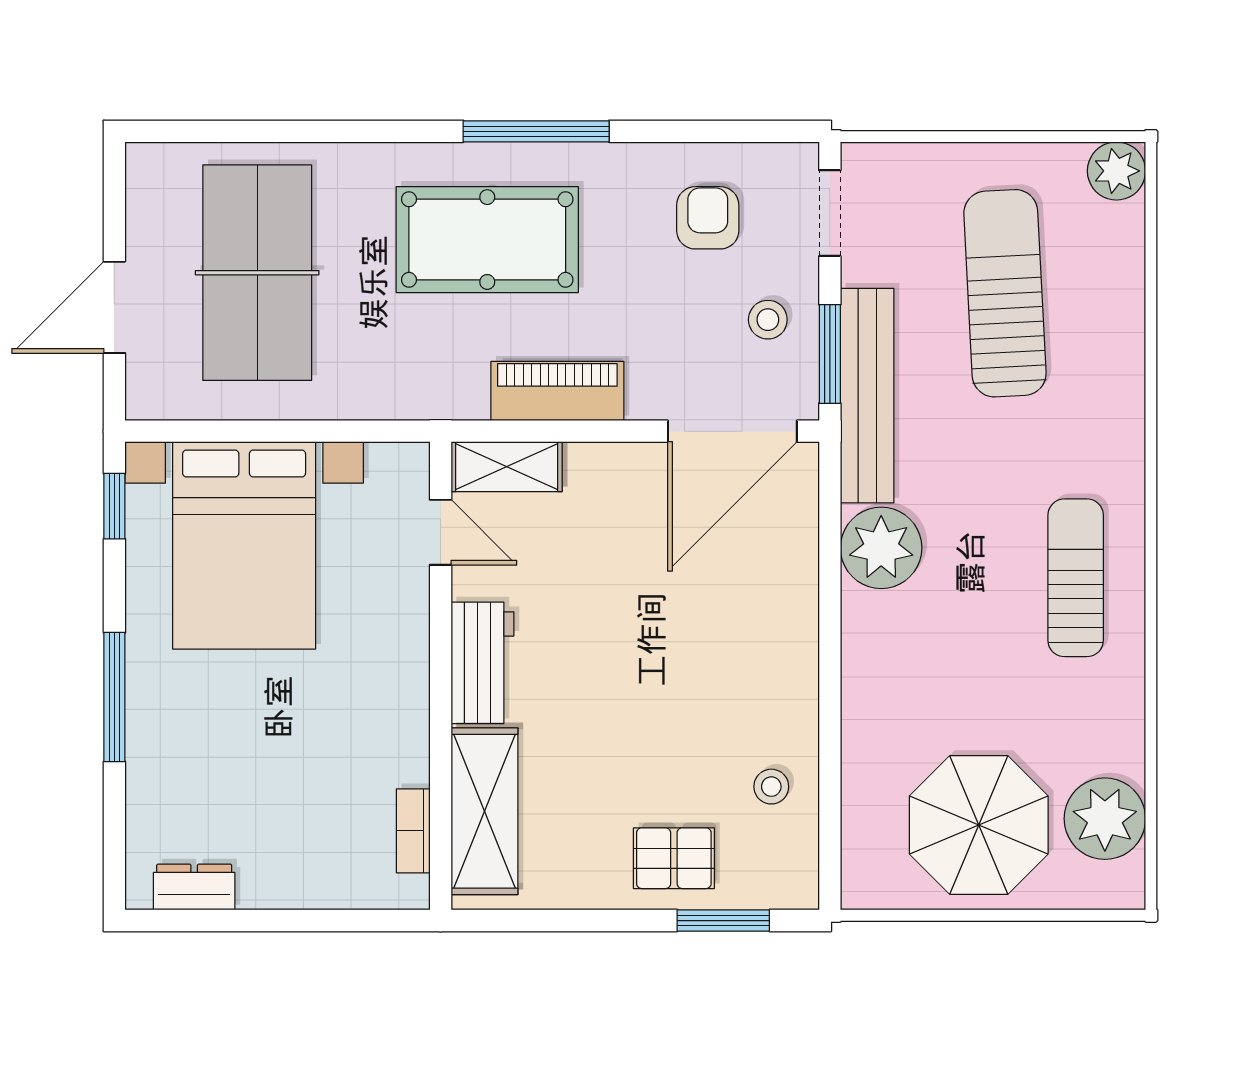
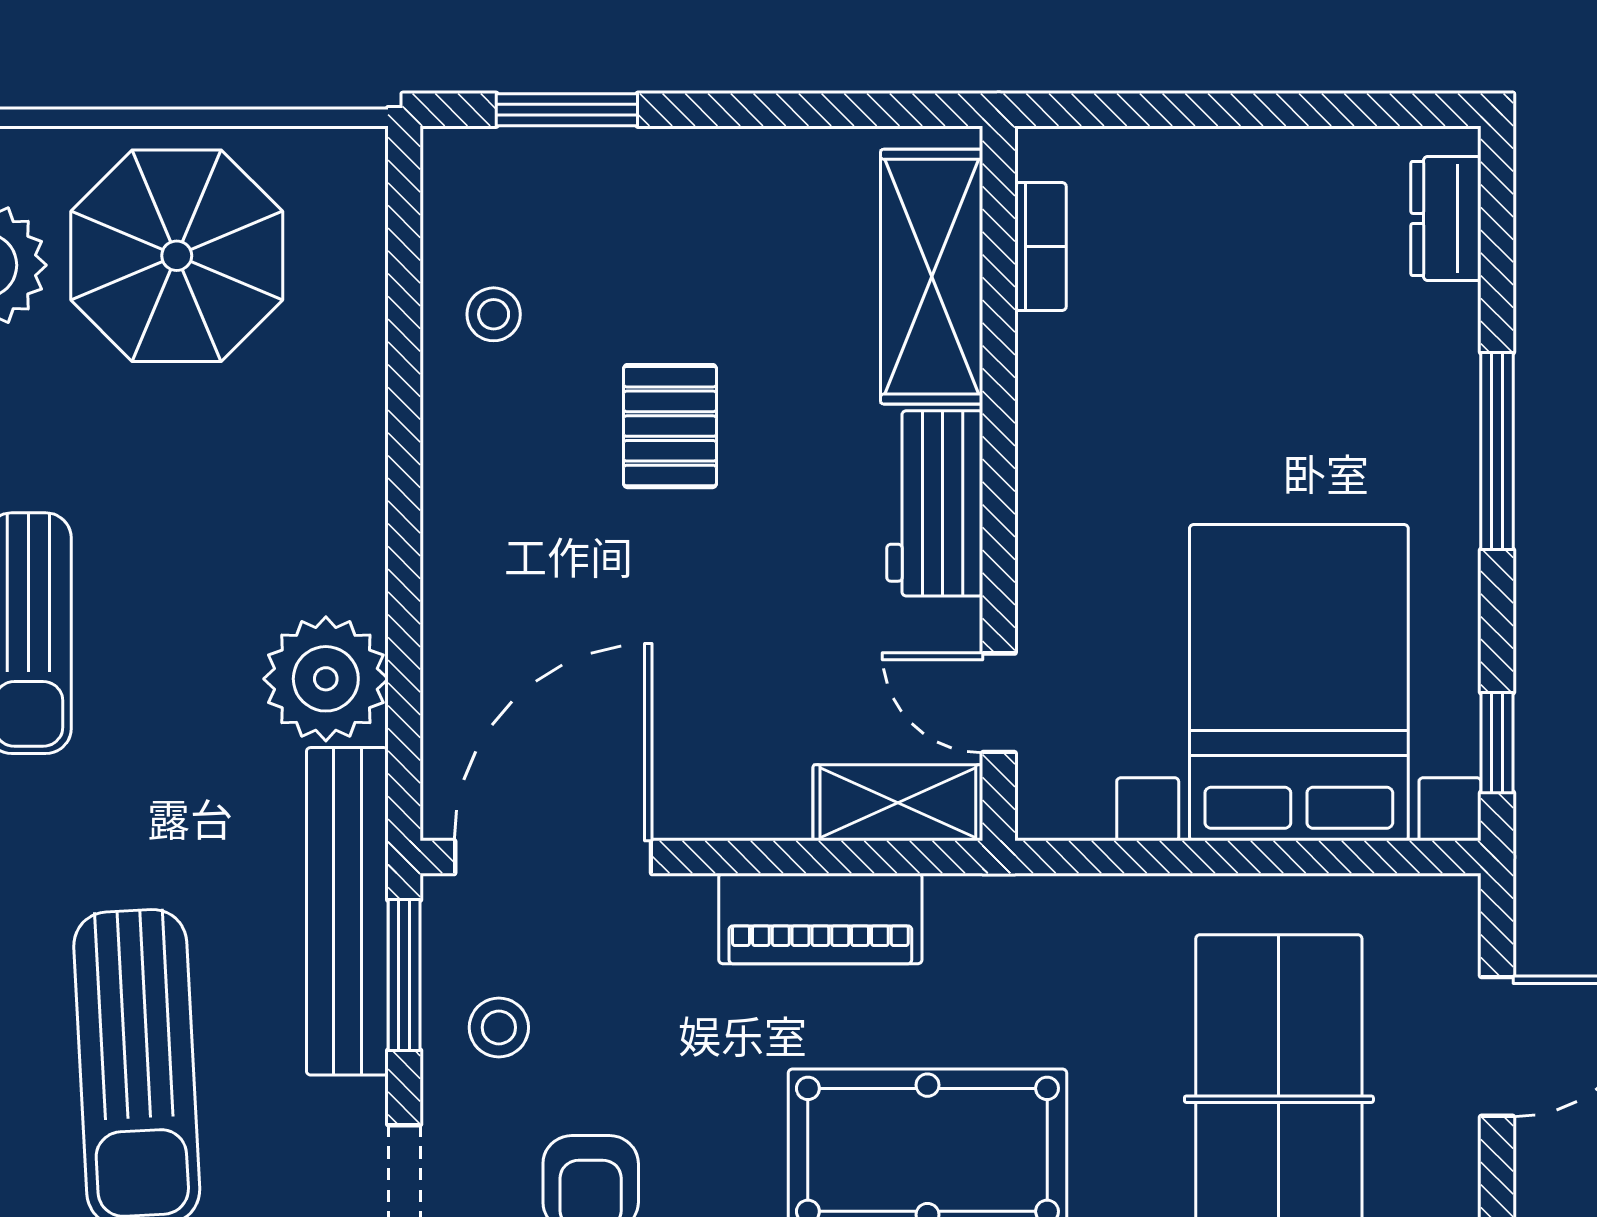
pallet: (674, 858) -> (670, 426), moved, turned 90
dresser: (194, 887) -> (1446, 218), moved, turned 90

